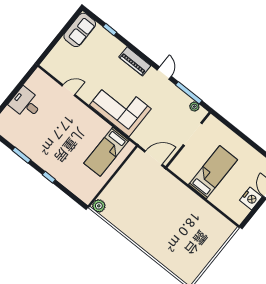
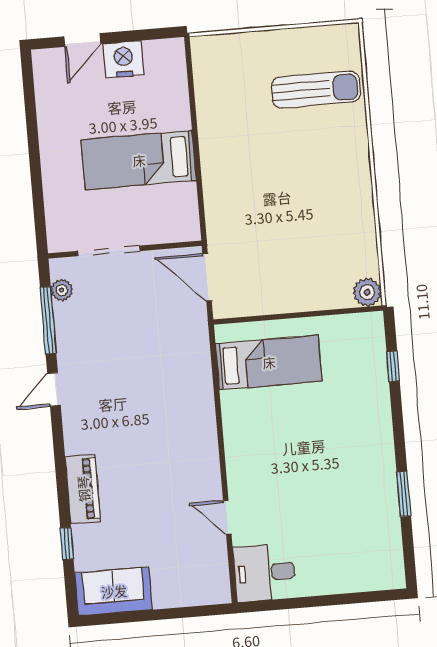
piano: (135, 61) -> (83, 489), moved
desk: (26, 103) -> (265, 573), moved, turned 90
corner sofa: (120, 107) -> (175, 408), removed
window: (49, 177) -> (393, 366), moved
sun lounger: (181, 252) -> (316, 90), added

